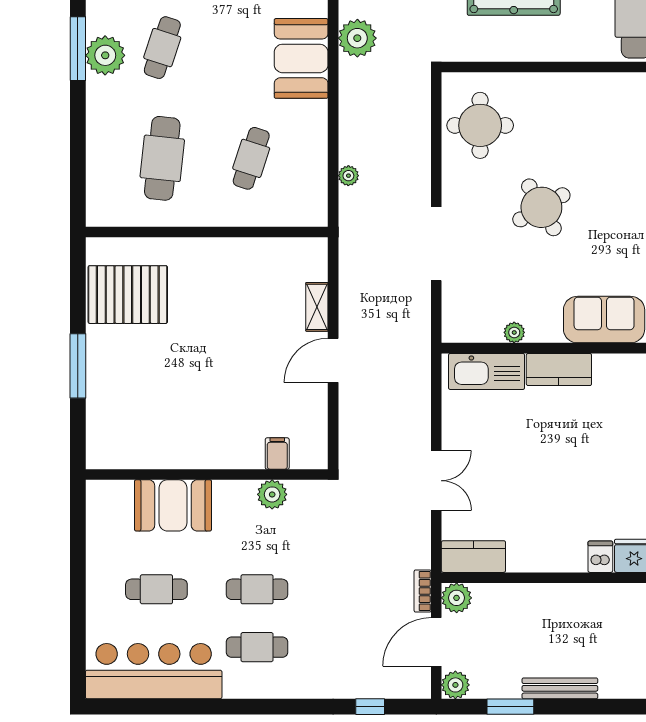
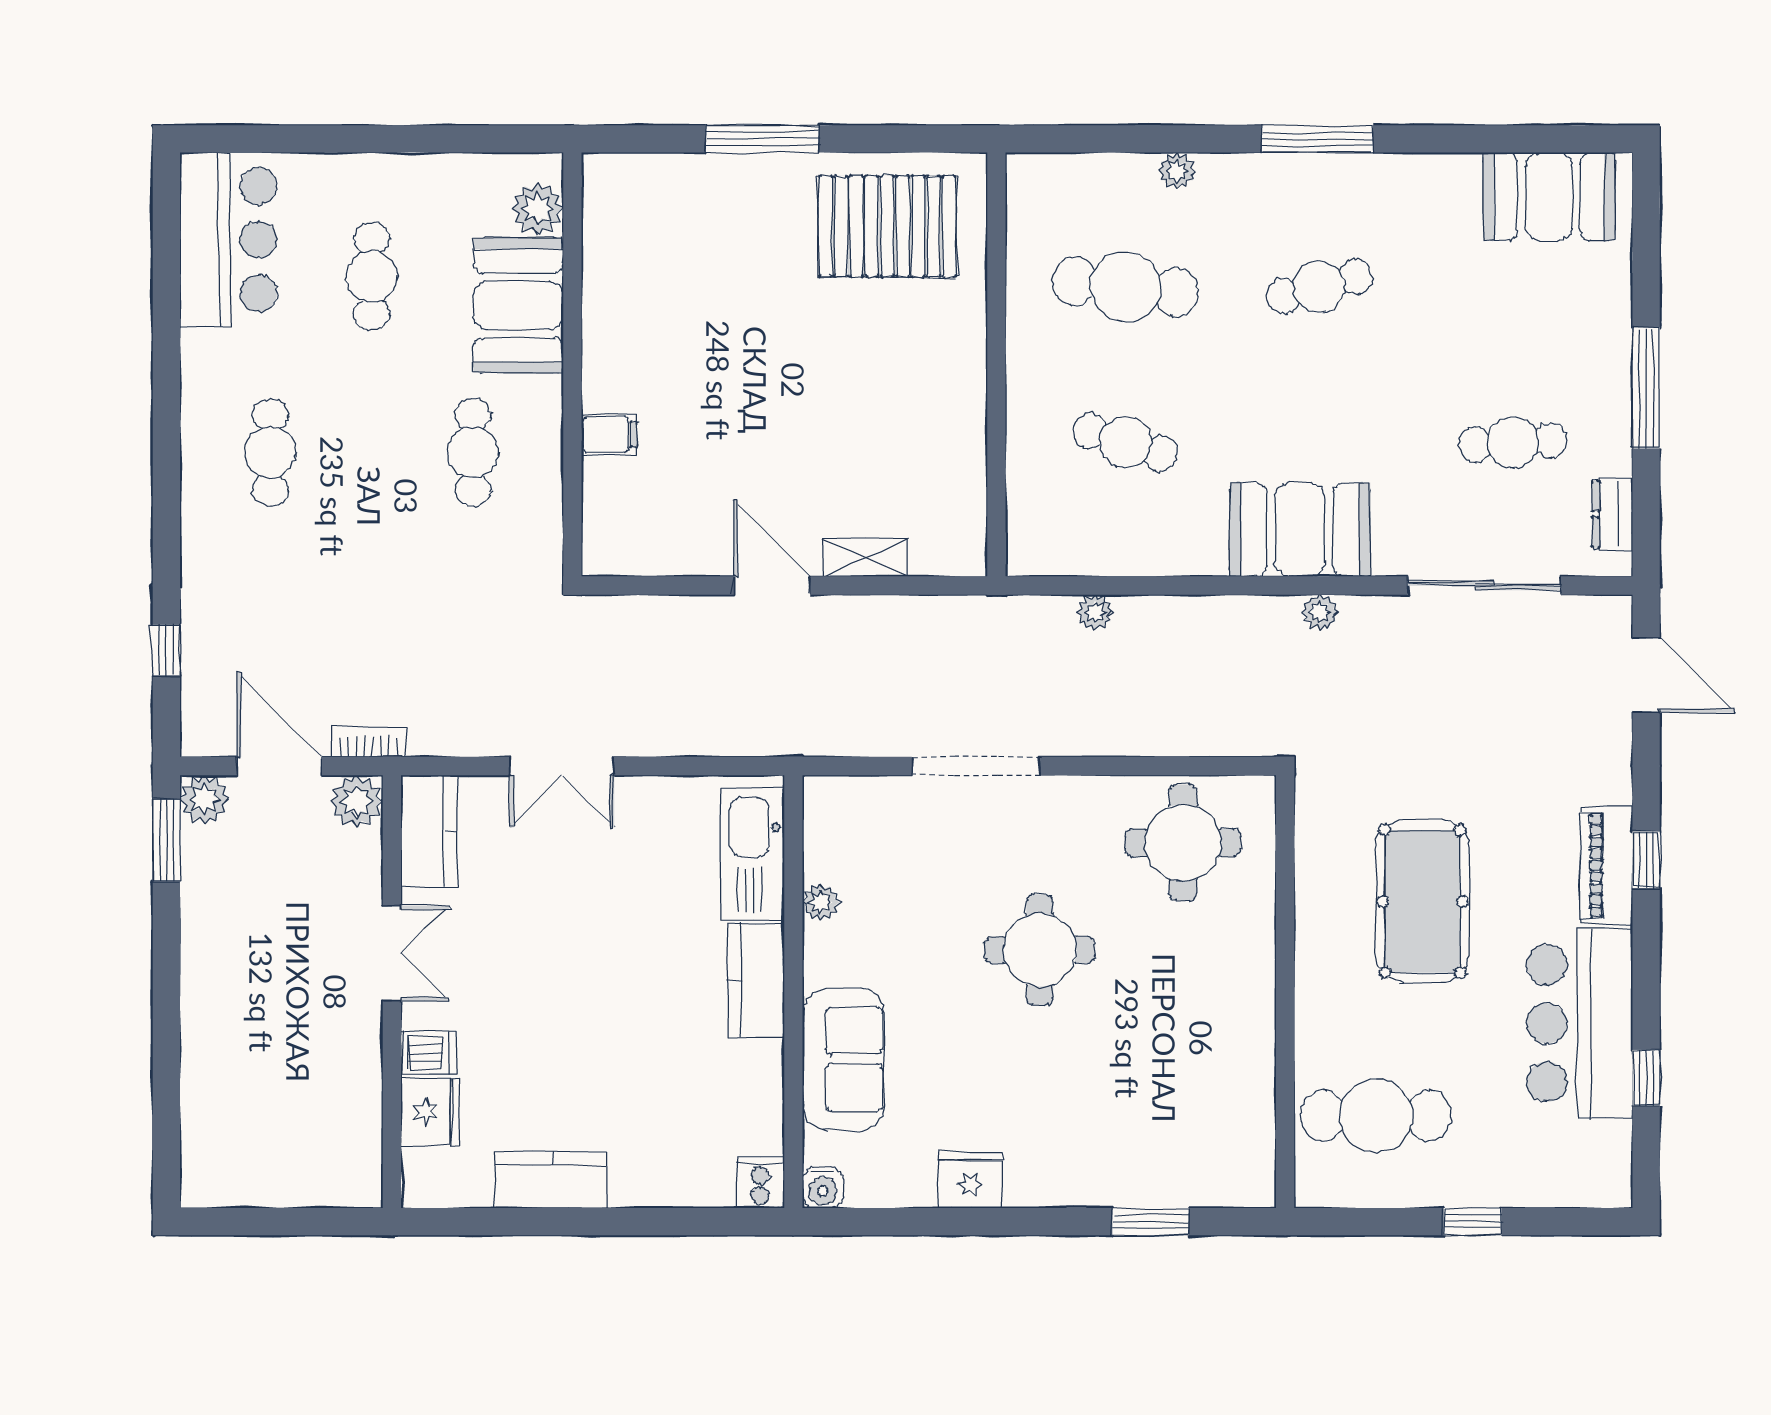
plant: (357, 38) -> (1320, 612), width x0.53, depth x0.53
cafe table: (162, 48) -> (1319, 287), turned -33
plant: (105, 55) -> (1177, 171), moved, width x0.53, depth x0.53
round table: (541, 207) -> (1040, 950), turned 30
pallet: (128, 295) -> (887, 226), turned 90
filing cabinet: (277, 454) -> (609, 435), moved
plant: (272, 494) -> (537, 209), moved
double door: (544, 578) -> (392, 954), added
cafe table: (257, 589) -> (473, 452), moved
bar counter: (154, 671) -> (228, 240), width x0.73
bench: (560, 688) -> (198, 982), removed
window: (510, 707) -> (166, 840), moved

